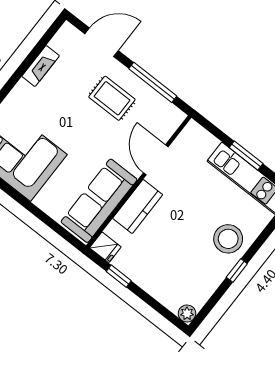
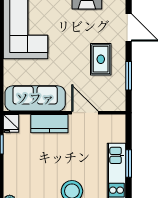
window: (153, 82) -> (129, 76), width x0.69
door: (156, 160) -> (85, 113), hinge flipped

